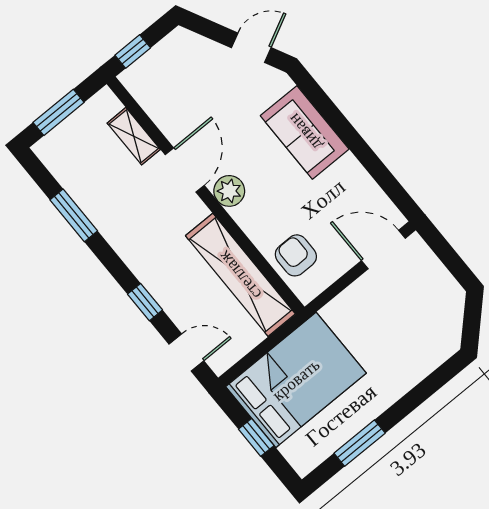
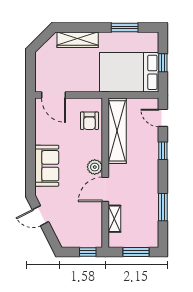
wardrobe: (416, 365) -> (78, 40), added

